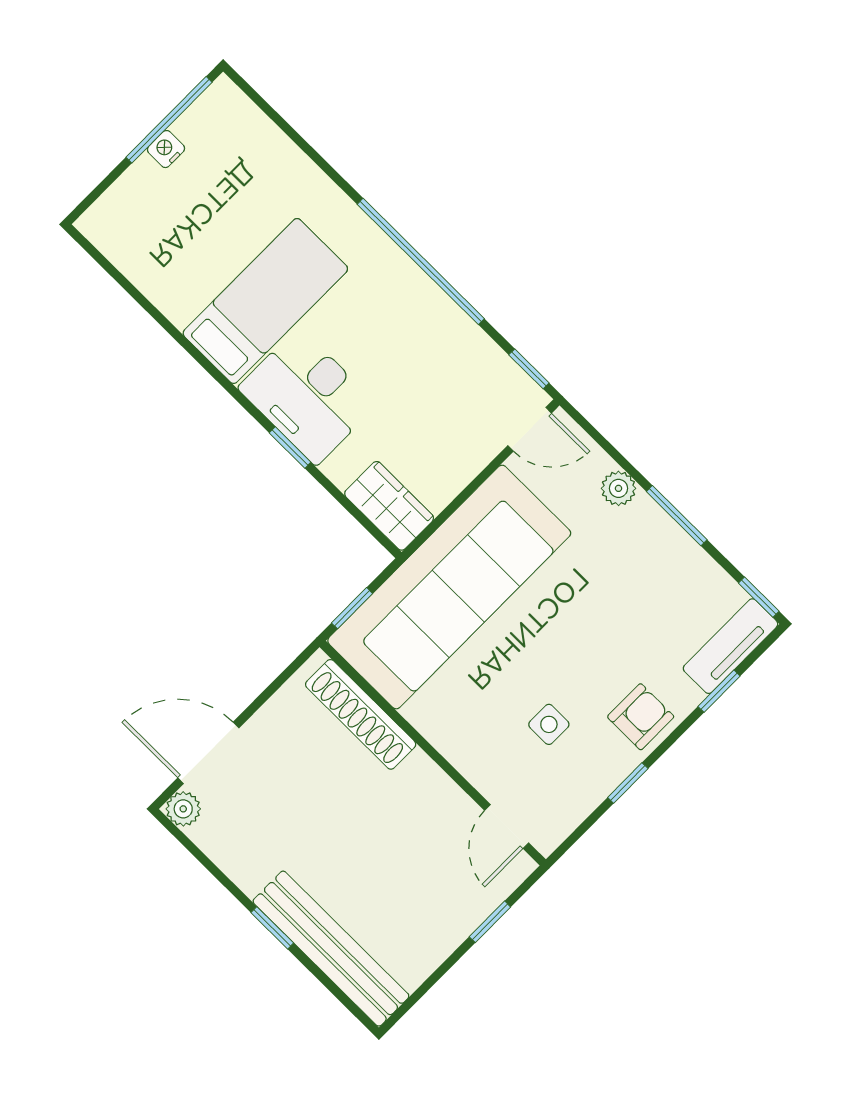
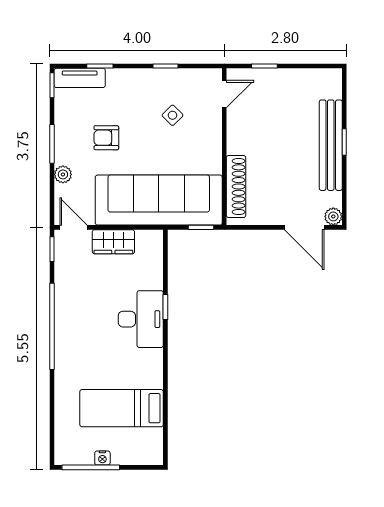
bed: (265, 301) -> (122, 408), moved
wardrobe: (389, 506) -> (113, 242), moved, turned -90
armchair: (641, 717) -> (106, 138), moved
side table: (549, 724) -> (173, 115), turned 45
bench: (331, 949) -> (331, 145), moved

